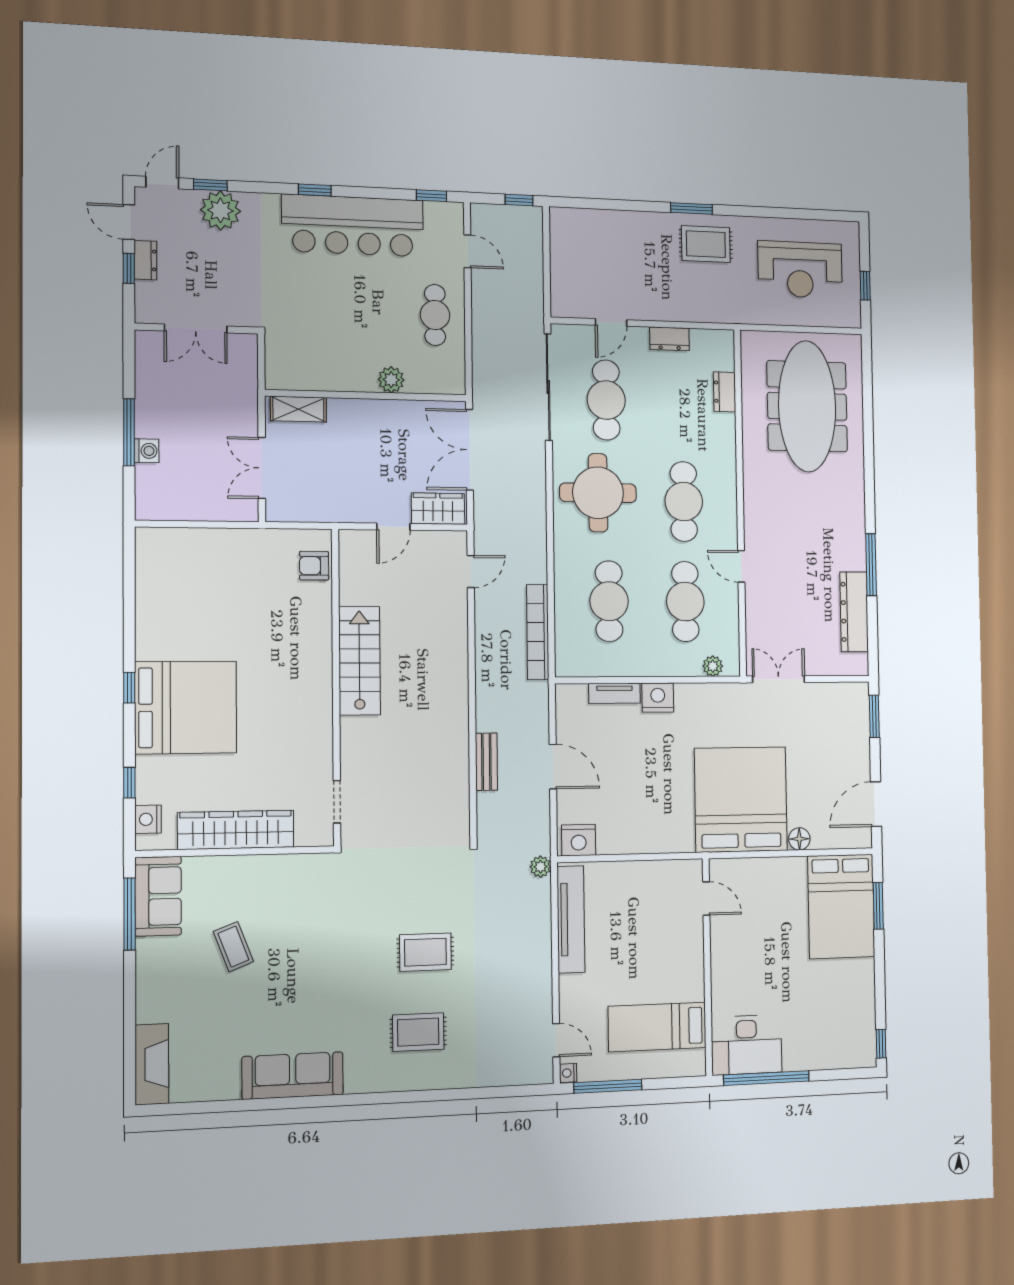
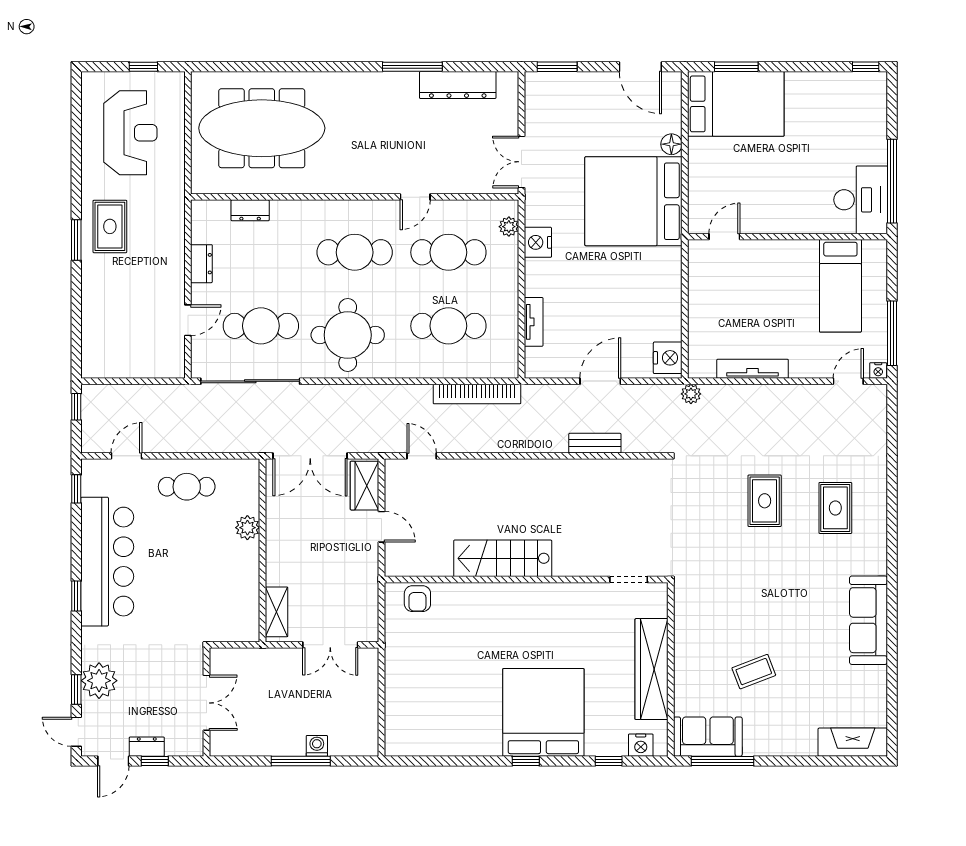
door: (611, 322) -> (188, 320), hinge flipped
nightstand: (658, 698) -> (538, 242), moved
tv unit: (571, 919) -> (753, 369), width x0.73, depth x0.78

